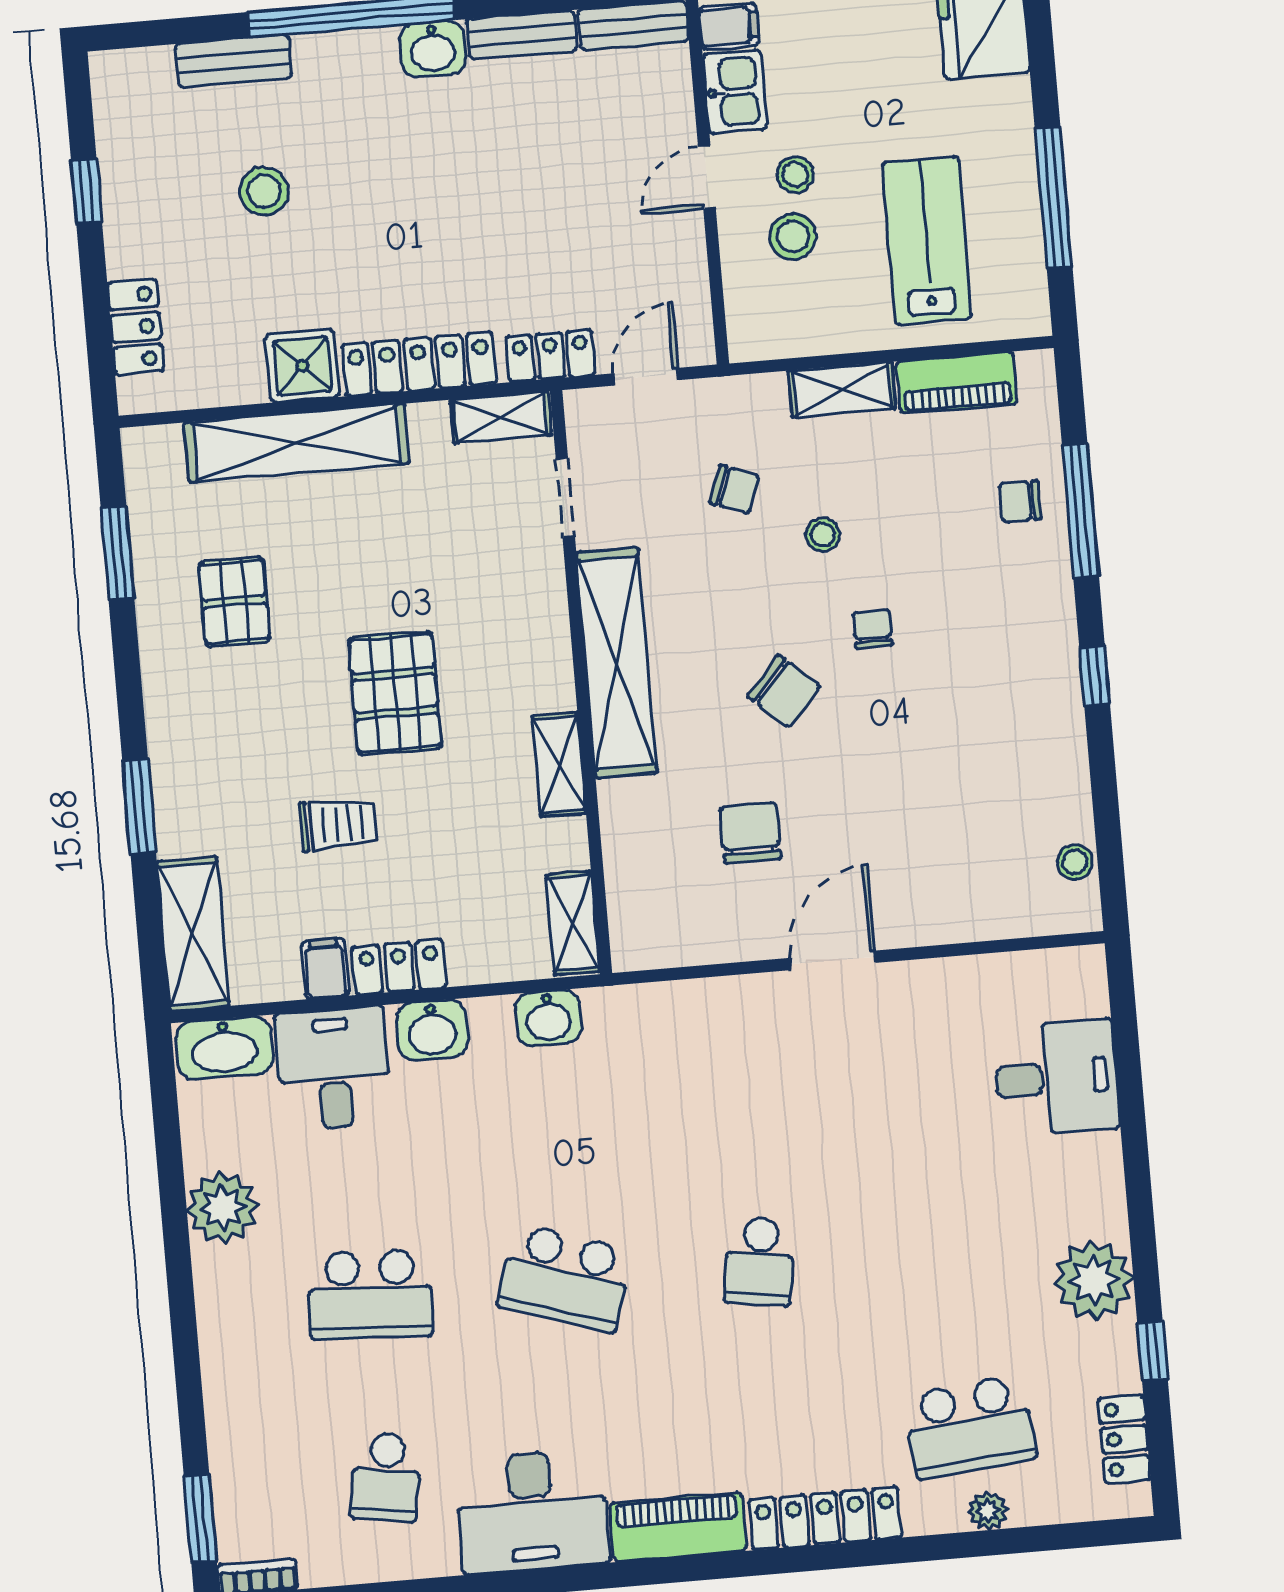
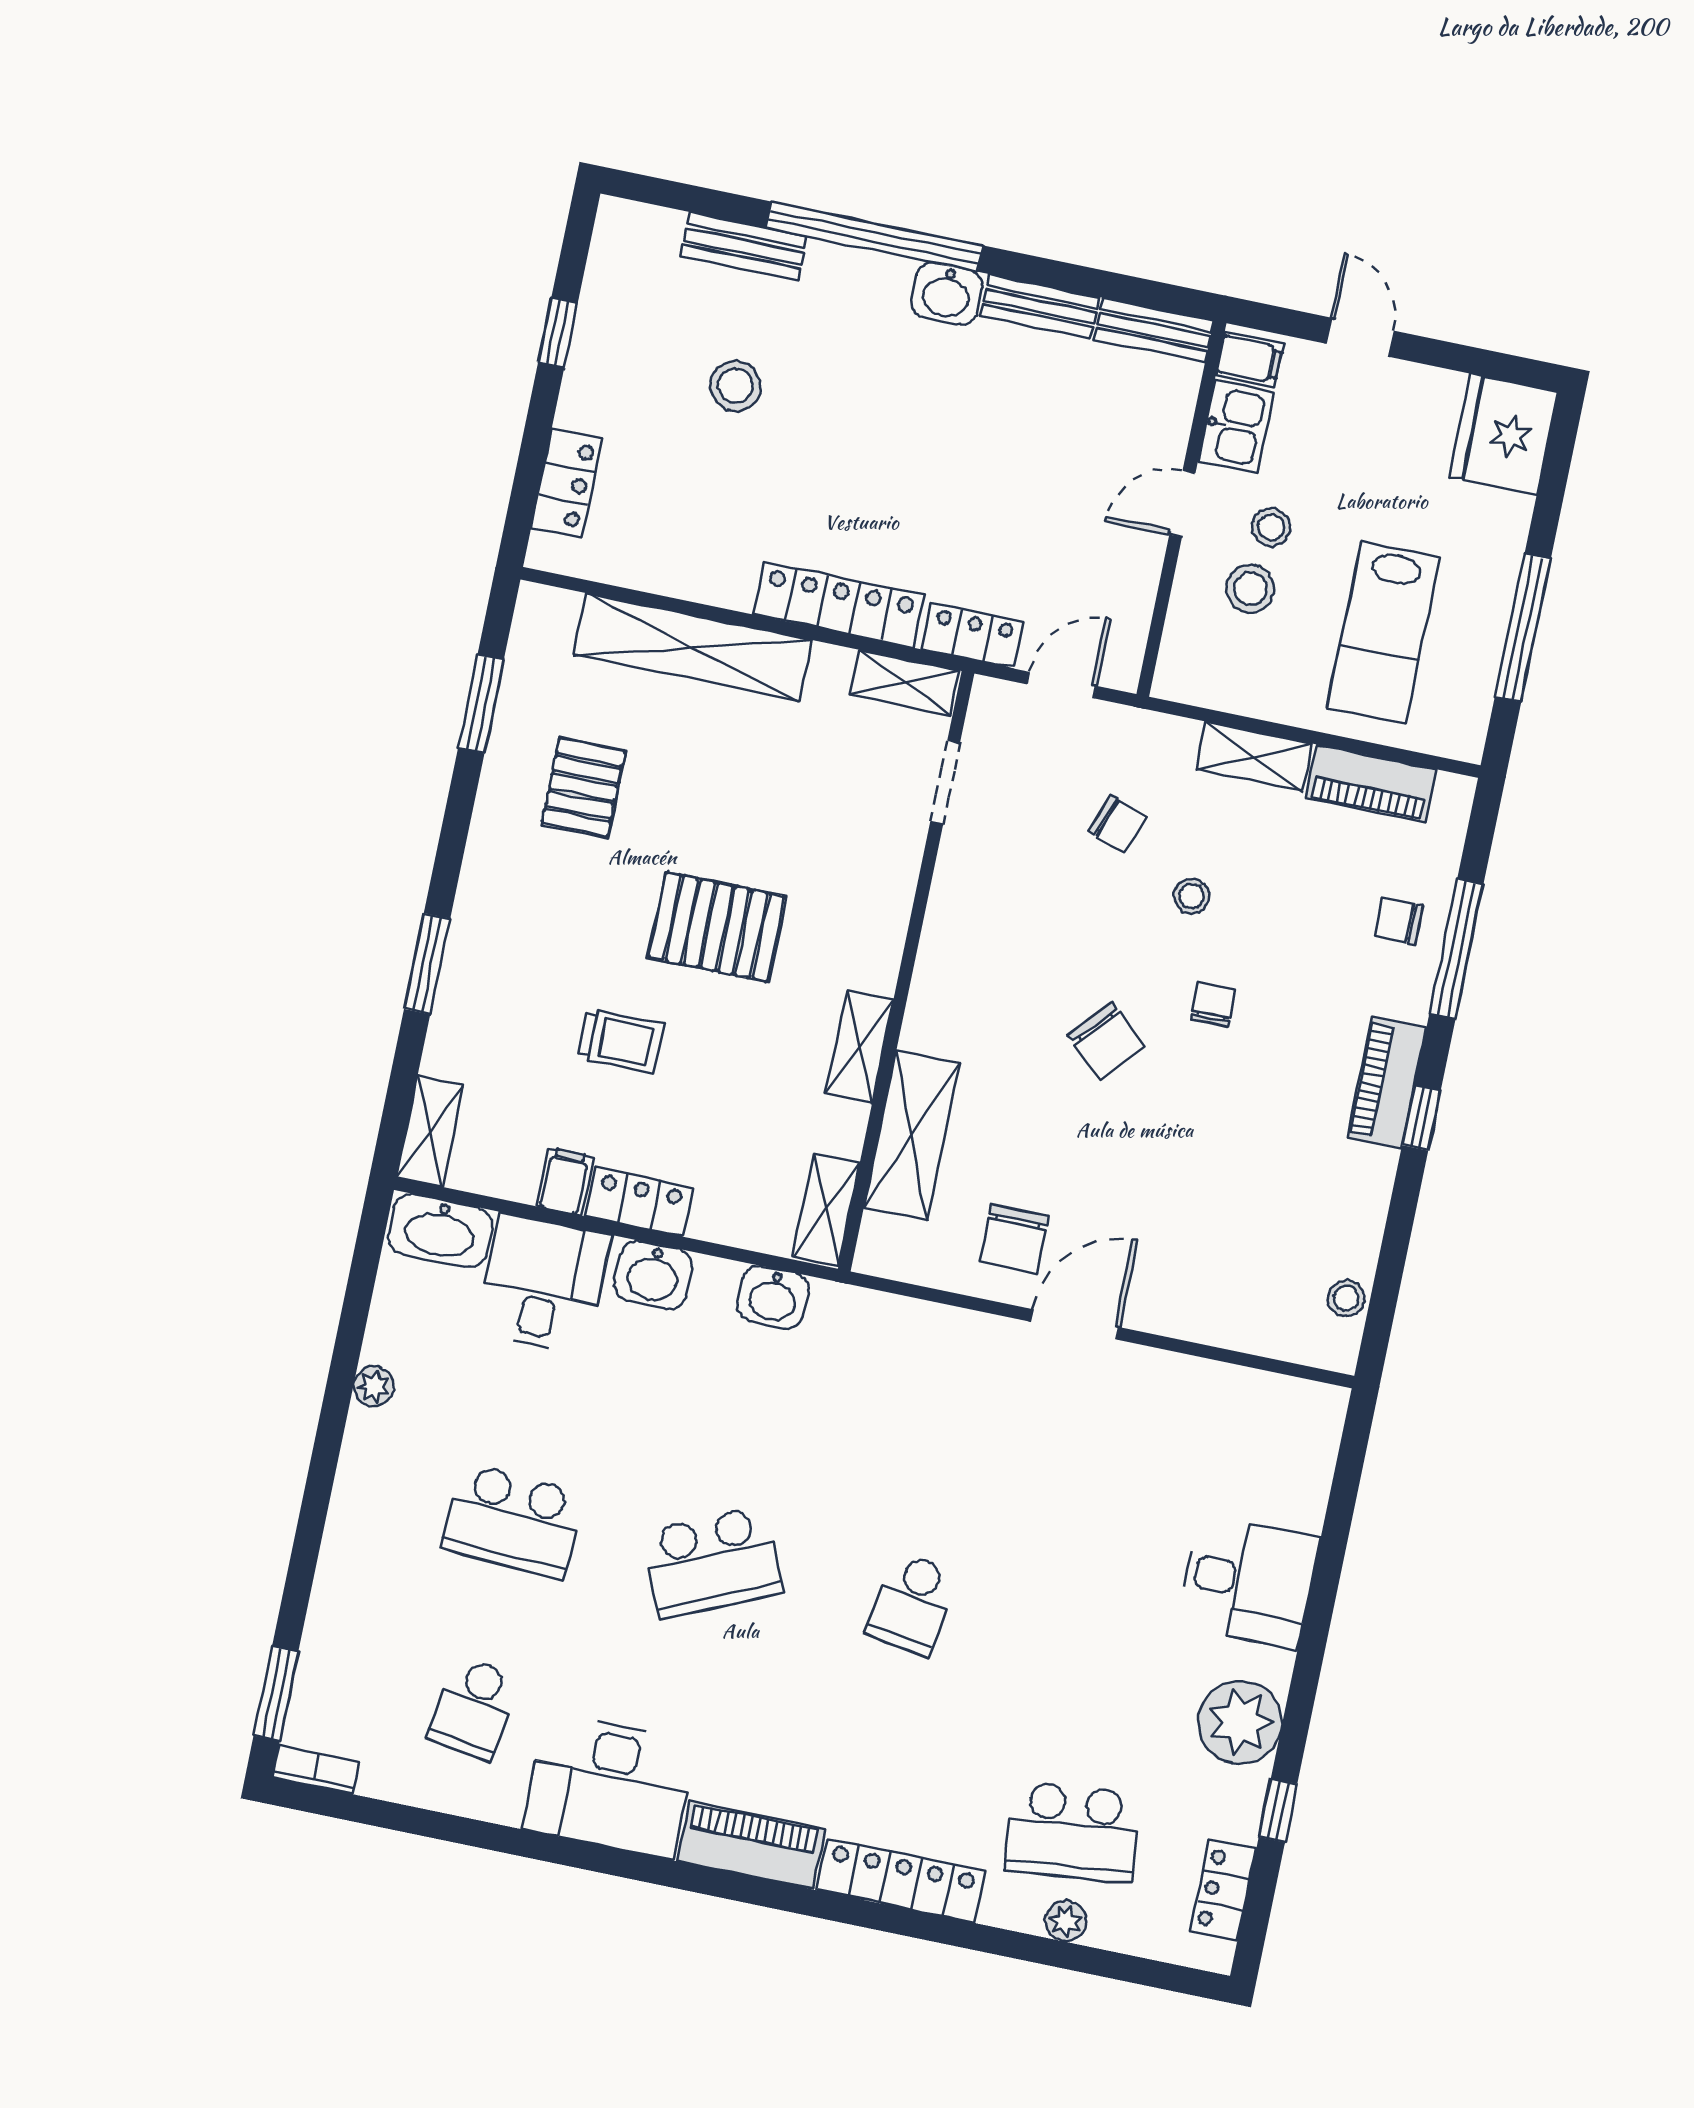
lab bench: (927, 241) -> (1383, 633), turned 180
shower: (302, 366) -> (721, 572), removed
piano: (1053, 653) -> (1387, 1083), added
shelving: (617, 663) -> (912, 1135), moved, width x0.68
pallet: (395, 693) -> (717, 927), turned 90
chair: (750, 833) -> (1014, 1239), moved, turned 180
shelving: (193, 934) -> (430, 1131), width x0.67, depth x0.75
desk: (1056, 1078) -> (1248, 1581), moved
plant: (222, 1208) -> (374, 1386), width x0.53, depth x0.53
school desk: (565, 1278) -> (712, 1562), turned -42

